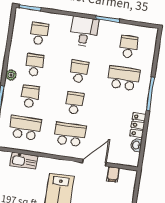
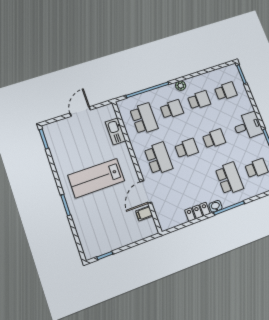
washbasin: (136, 145) -> (216, 206), moved
door: (94, 163) -> (146, 192), swing flipped

